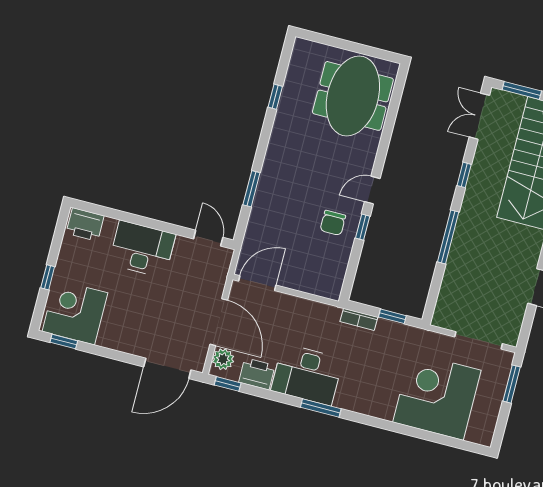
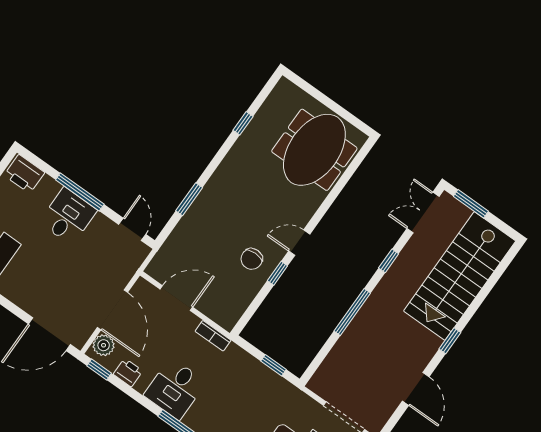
window: (145, 222) -> (80, 192), added
desk: (142, 249) -> (68, 216), width x0.73
door: (257, 283) -> (176, 298), moved
bookcase: (359, 319) -> (213, 336), moved
printer: (257, 374) -> (128, 372), width x0.73, depth x0.81
desk: (307, 375) -> (175, 389), width x0.73

